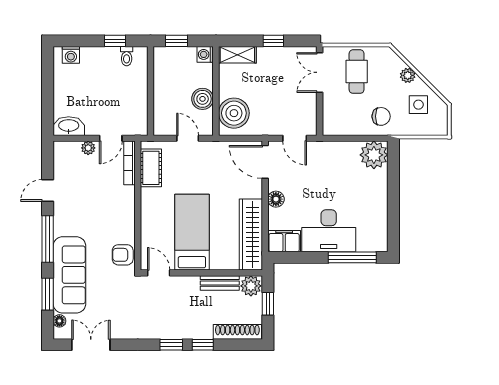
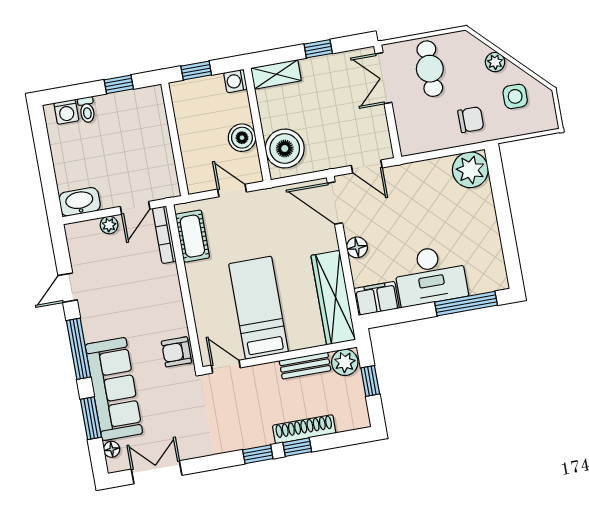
toilet: (127, 56) -> (87, 110), moved
shoe rack: (237, 332) -> (304, 429), moved

